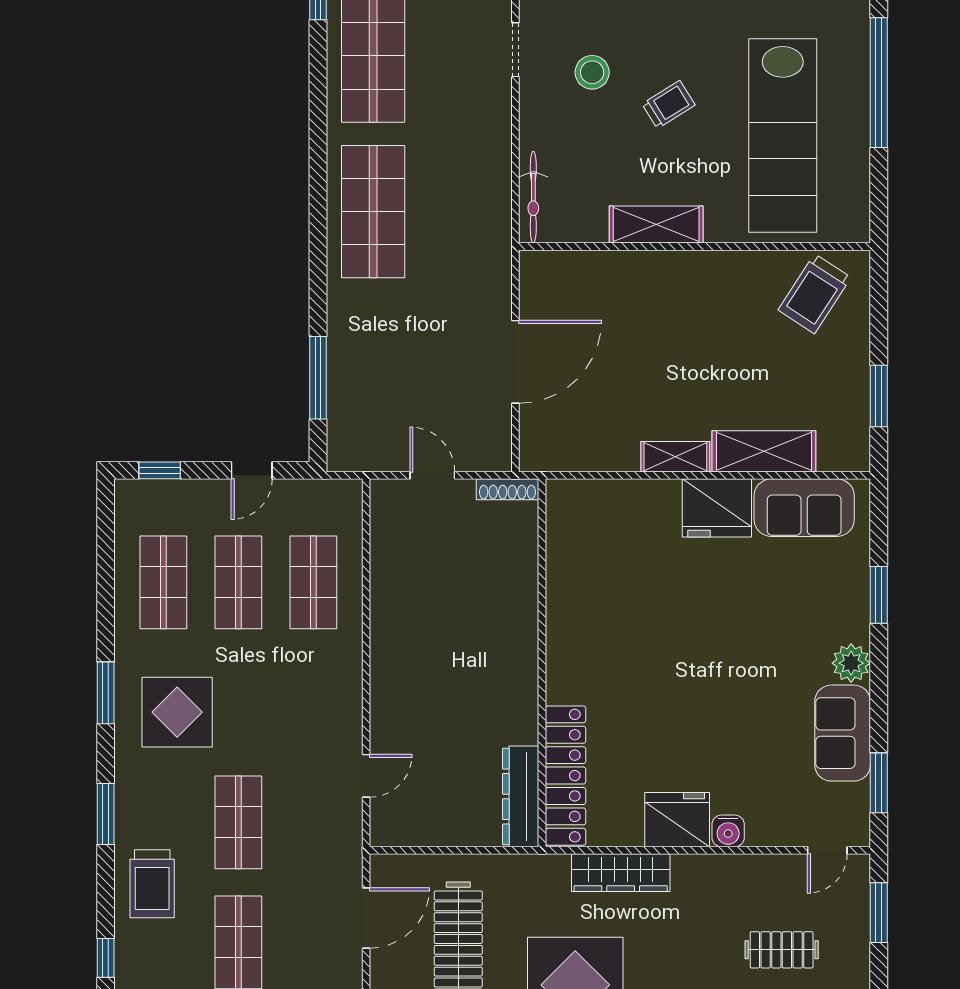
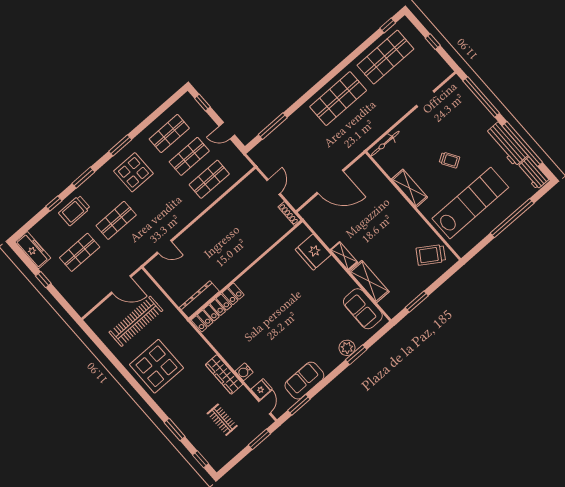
stool: (592, 72) -> (439, 128), removed
lab bench: (783, 136) -> (470, 203), turned 180
fridge: (717, 508) -> (313, 252), moved
plant: (851, 663) -> (347, 348), moved
fridge: (677, 820) -> (262, 389), moved, width x0.53, depth x0.75
door: (827, 850) -> (265, 407), swing flipped
wardrobe: (621, 873) -> (224, 374), moved
window: (106, 958) -> (54, 204), moved

